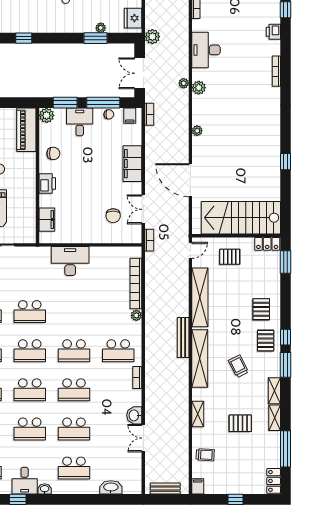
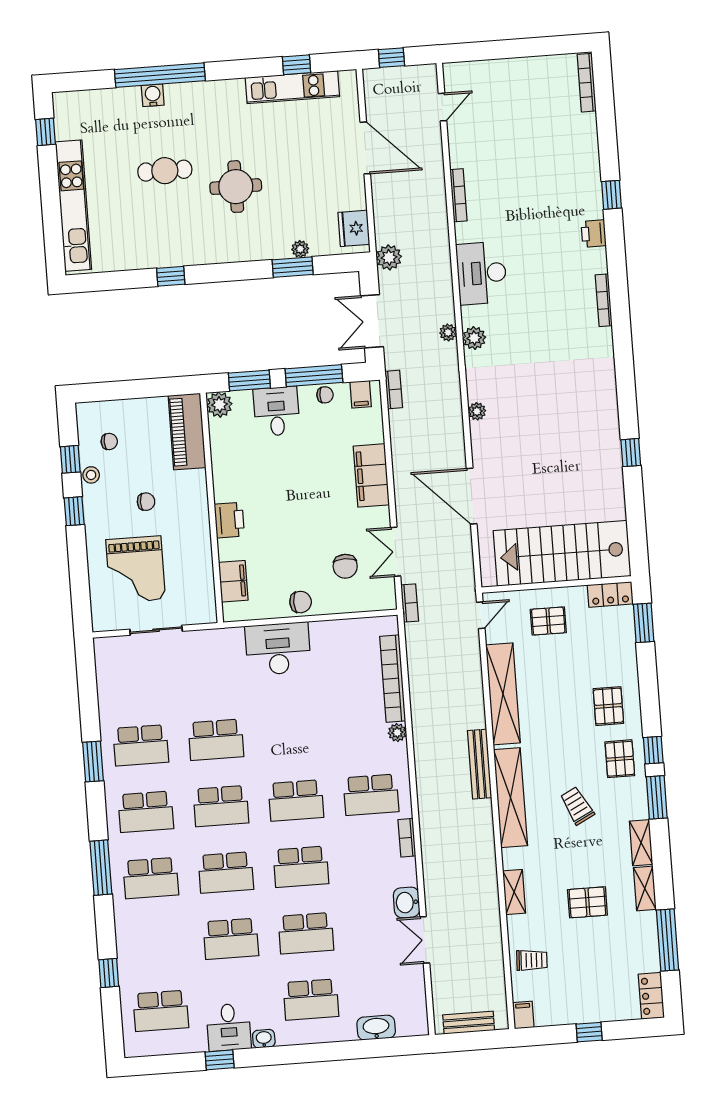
chair: (53, 153) -> (301, 602), moved

